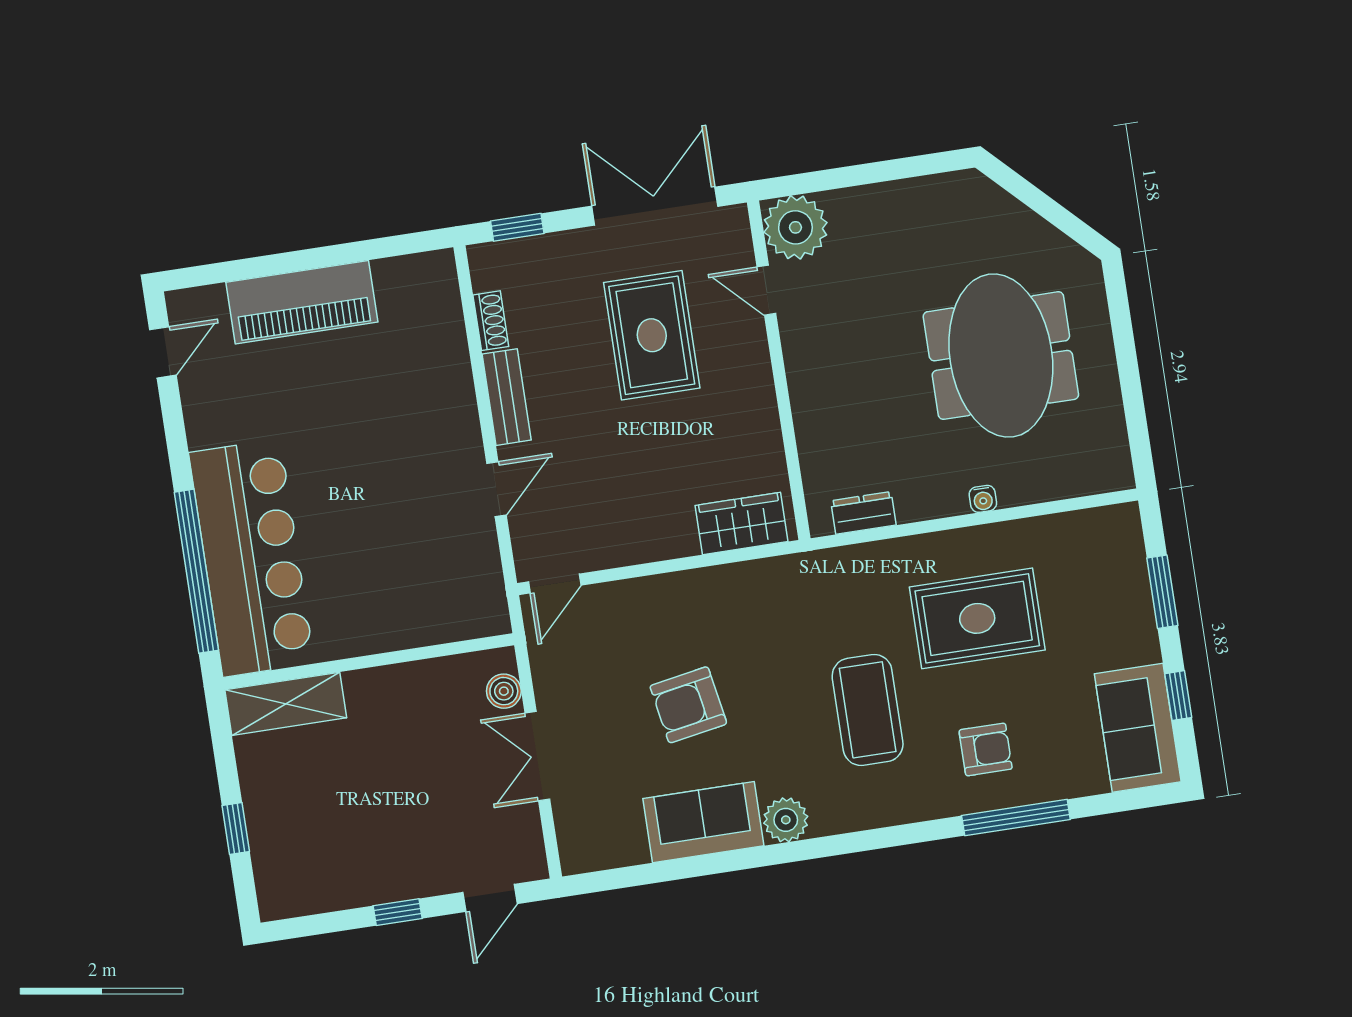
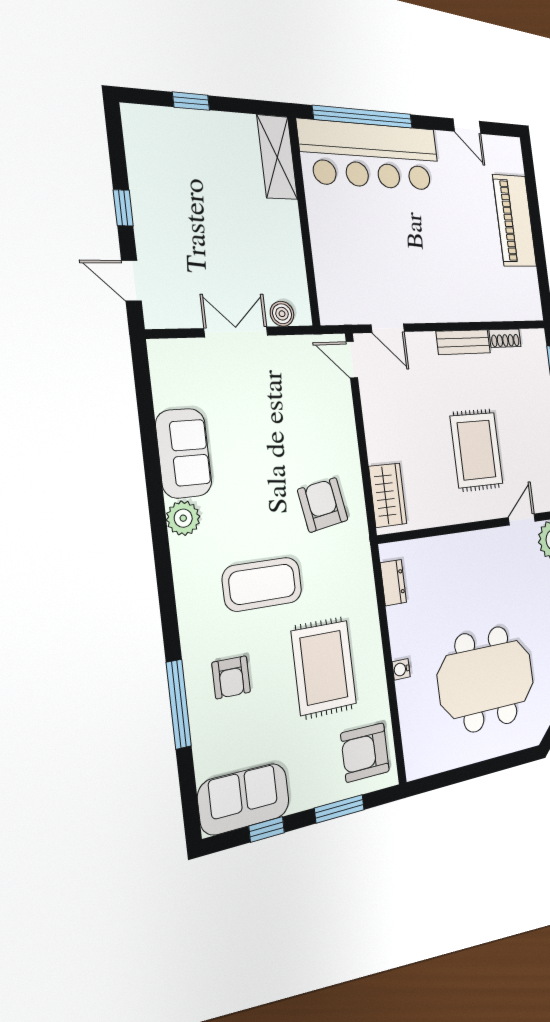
rug: (652, 335) -> (477, 450), moved, turned 90
door: (163, 352) -> (467, 126), moved
door: (497, 489) -> (388, 328), moved
armchair: (1092, 554) -> (365, 752), added
armchair: (688, 705) -> (323, 505), moved

